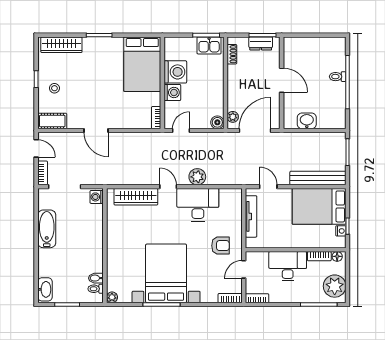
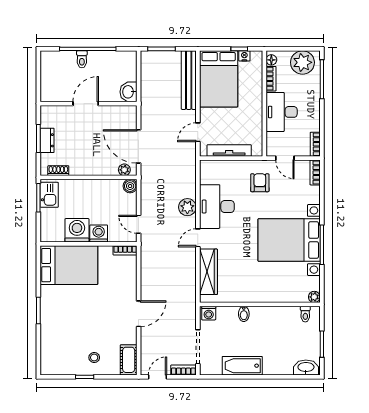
wardrobe: (61, 45) -> (48, 350), removed
door: (282, 80) -> (86, 104), moved
wall: (282, 83) -> (89, 104), moved
bidet: (96, 278) -> (244, 314), moved

